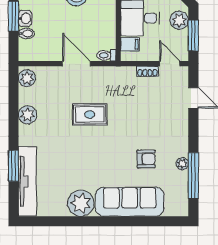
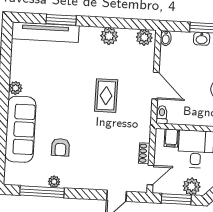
bidet: (26, 33) -> (166, 38), moved
door: (76, 64) -> (156, 86), hinge flipped
plant: (81, 203) -> (15, 88), width x0.53, depth x0.53

